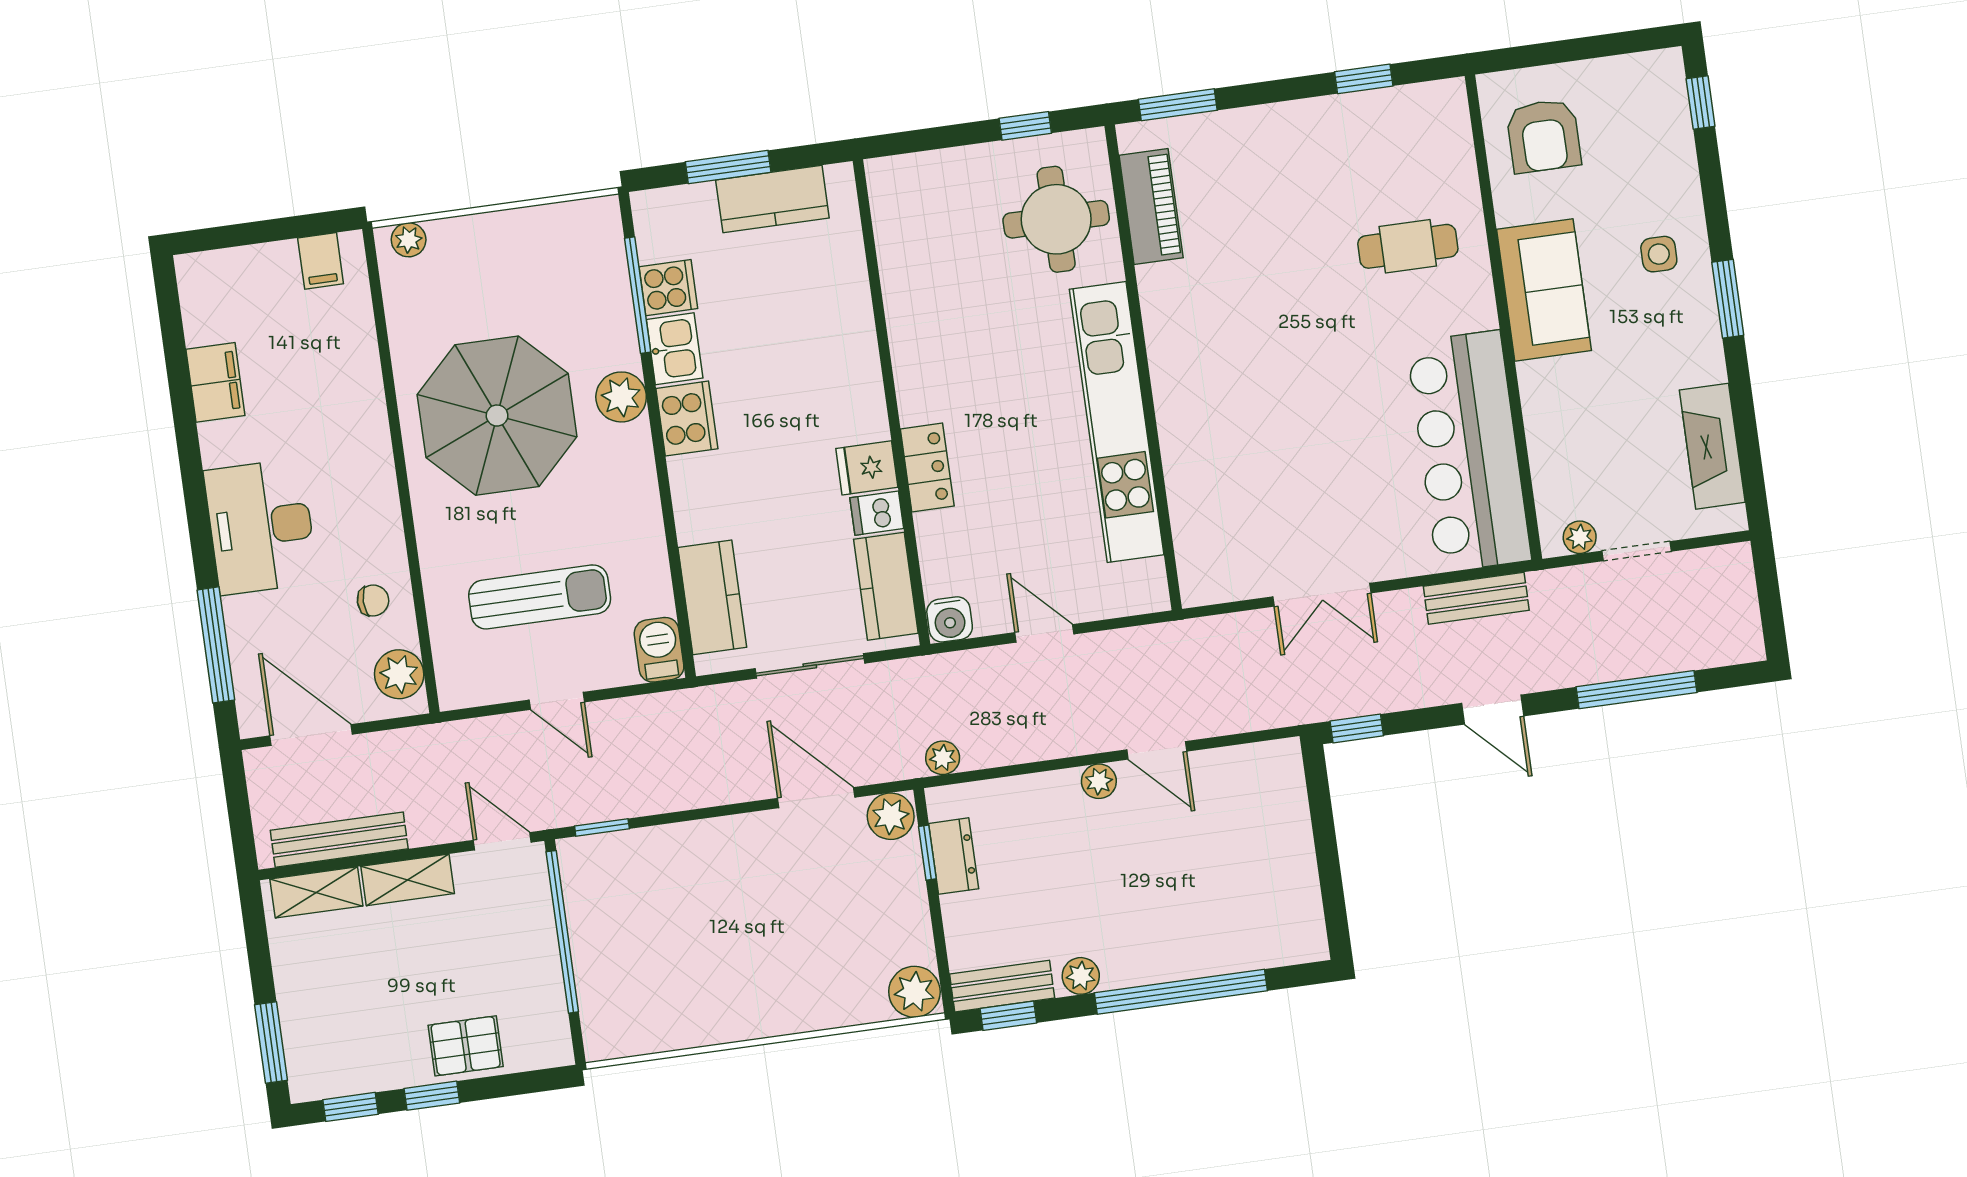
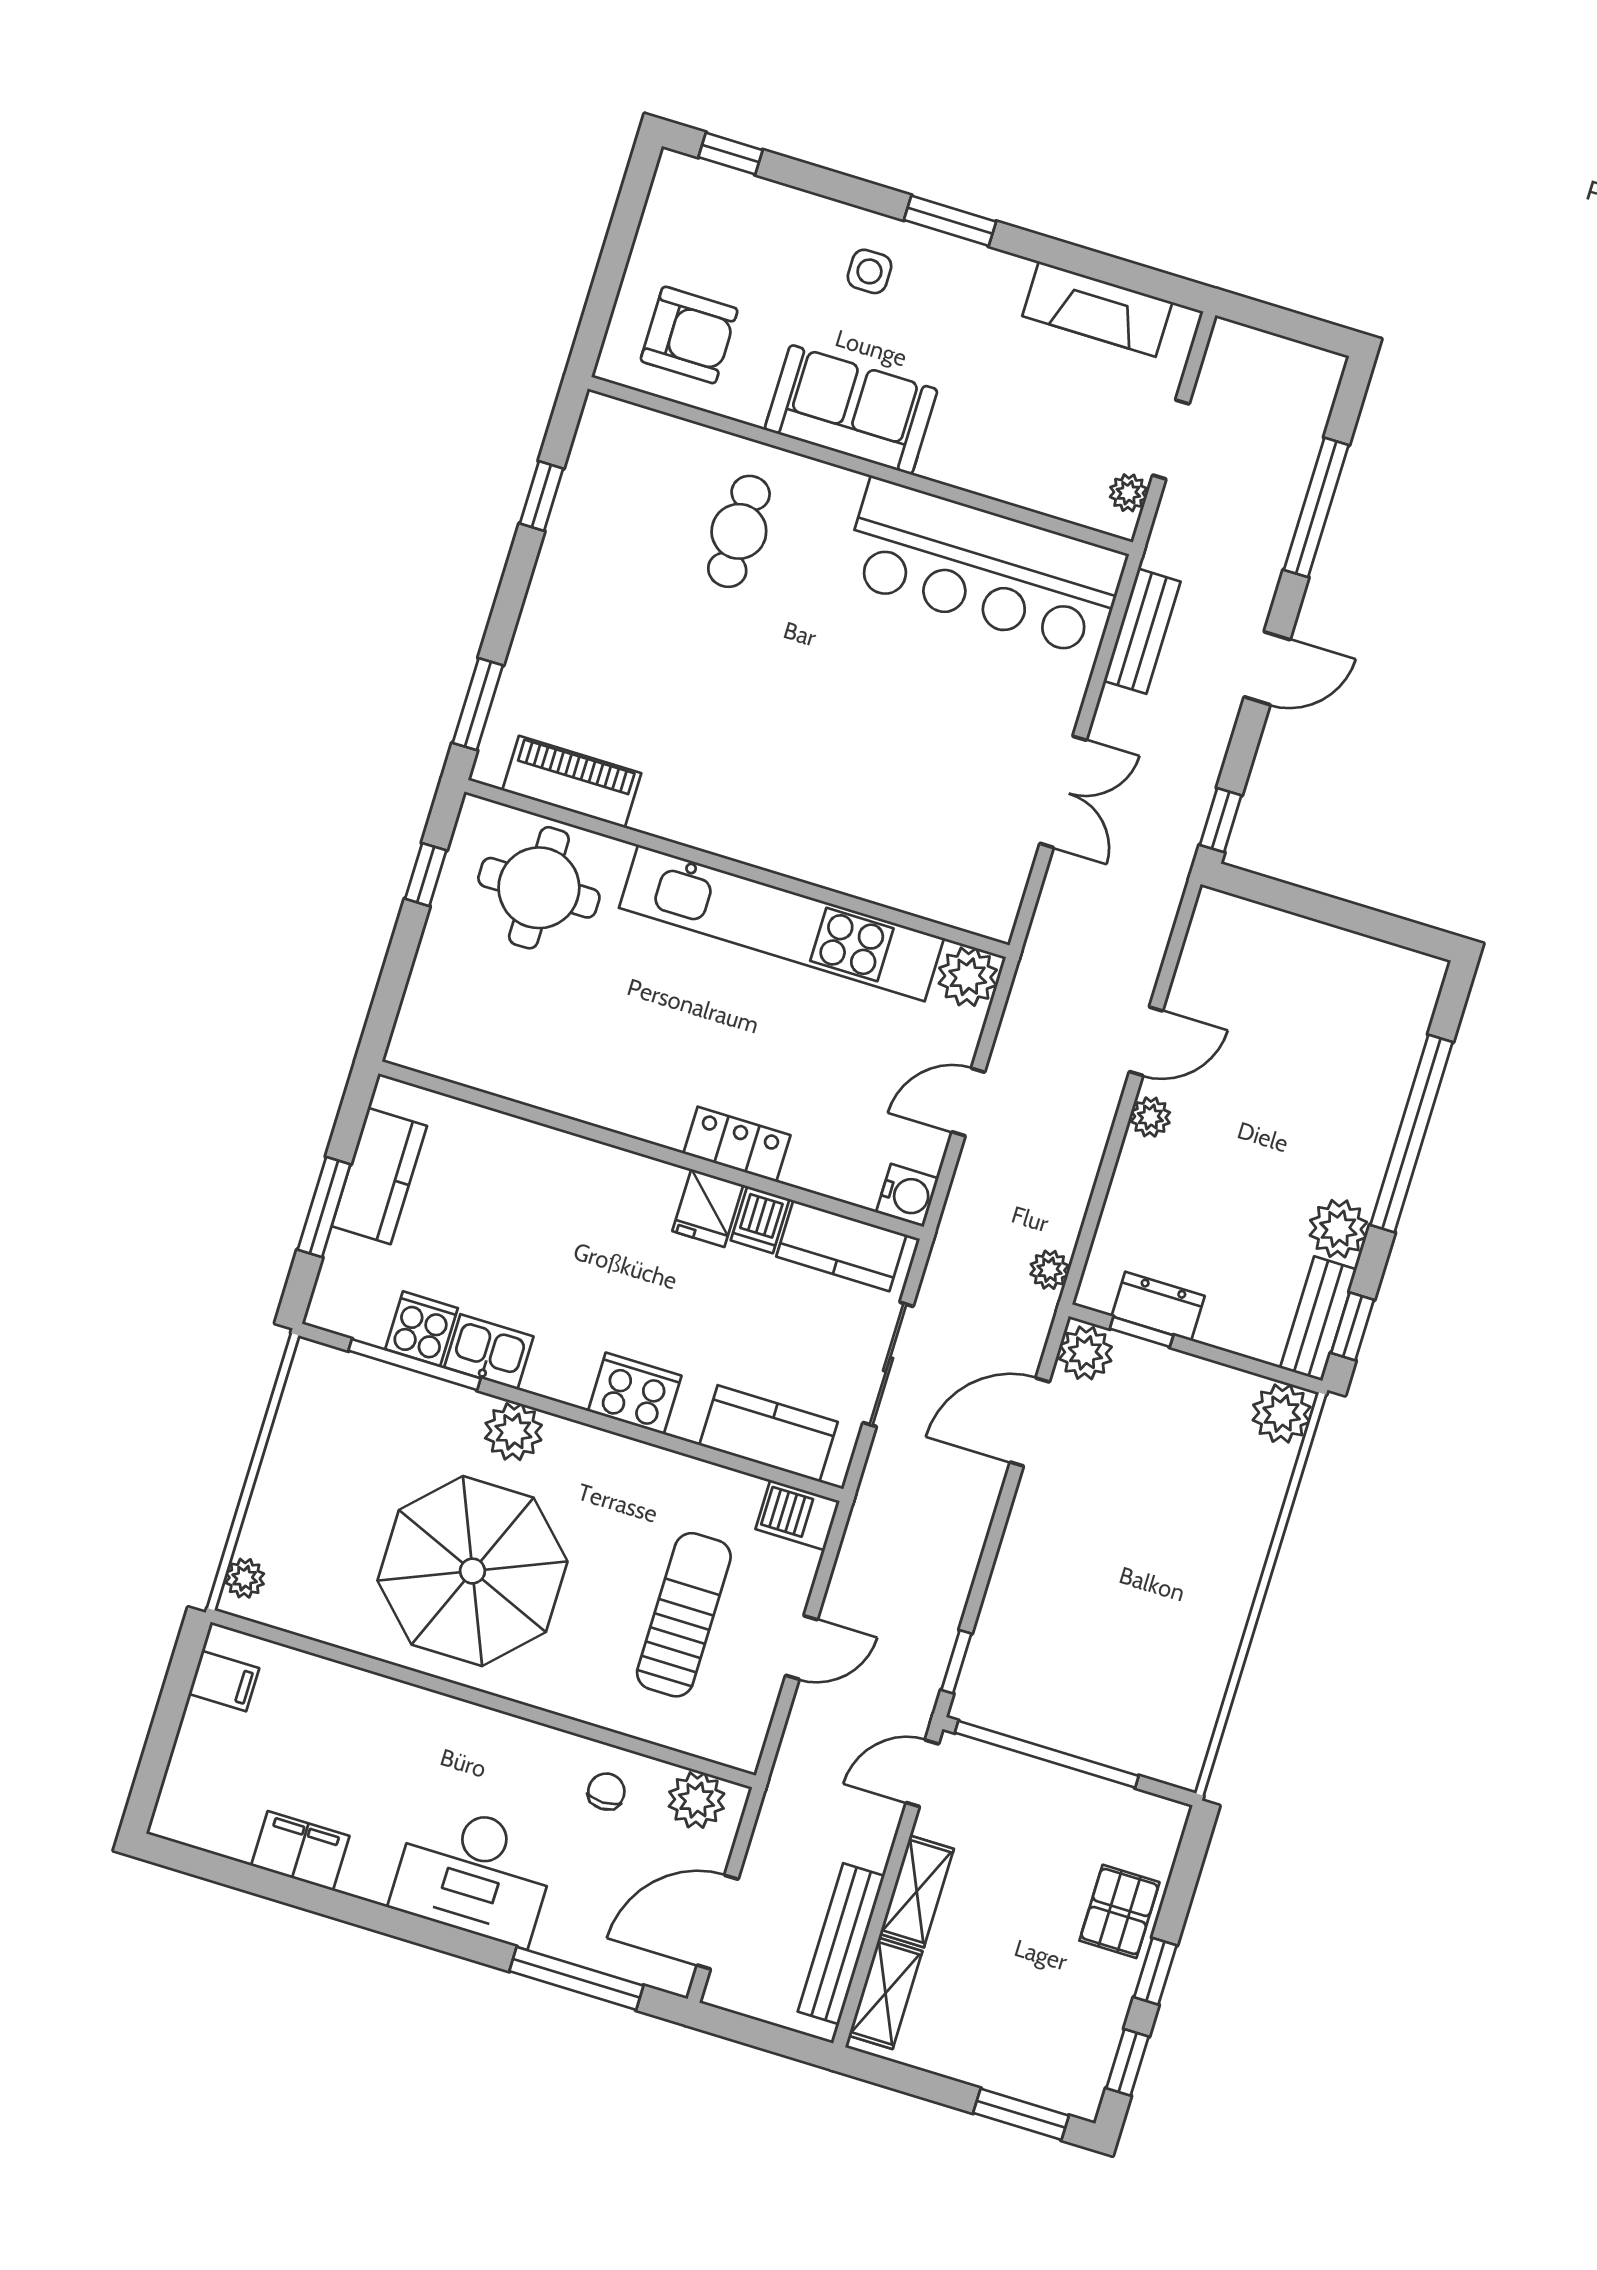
cooker: (687, 419) -> (635, 1393), moved
plant: (1142, 587) -> (968, 977), added
plant: (1081, 976) -> (1338, 1229), width x1.38, depth x1.38

